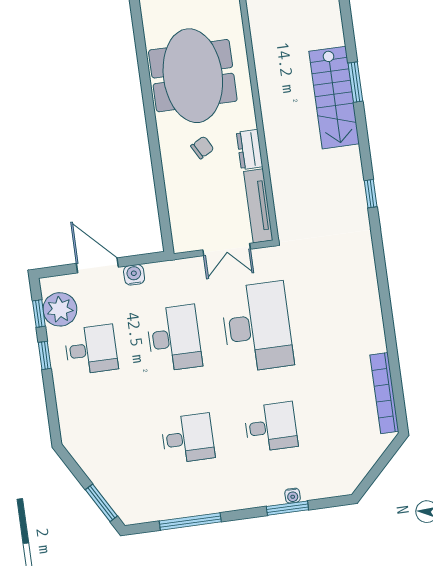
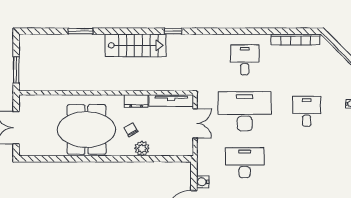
window: (355, 82) -> (81, 31), moved
stairs: (334, 98) -> (136, 45), moved
plant: (174, 169) -> (142, 148), added
desk: (188, 438) -> (245, 60), moved

